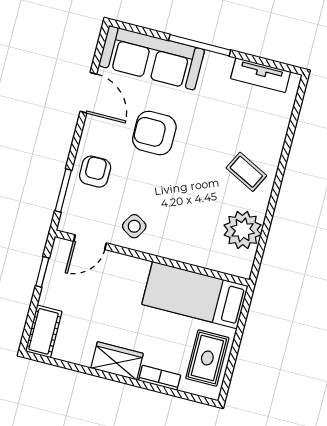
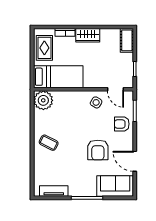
sofa: (152, 58) -> (115, 186), width x0.73
armchair: (154, 133) -> (98, 150), turned 90
armchair: (95, 172) -> (122, 124), turned 90
plant: (243, 230) -> (43, 100), moved
door: (90, 242) -> (115, 89), swing flipped

